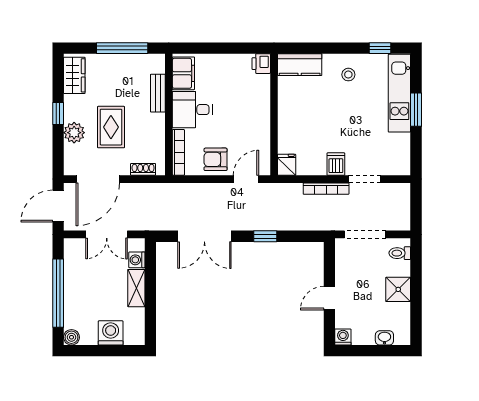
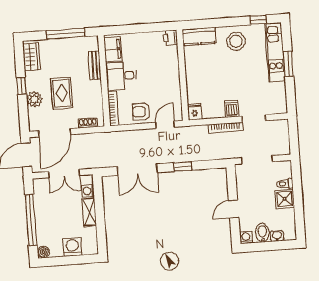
stool: (348, 75) -> (236, 41), width x1.89, depth x1.89
toilet: (400, 253) -> (285, 184), moved
bidet: (365, 332) -> (262, 233), added

